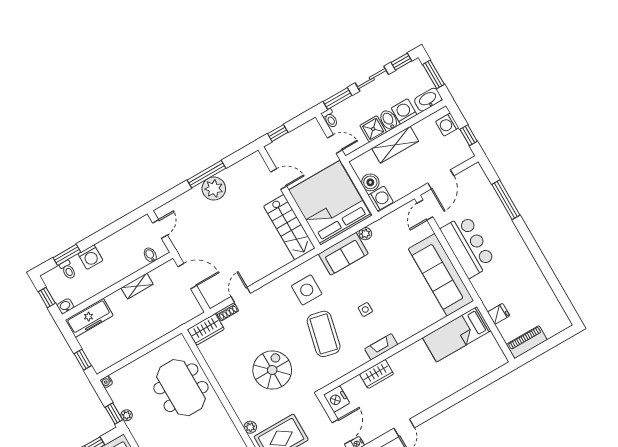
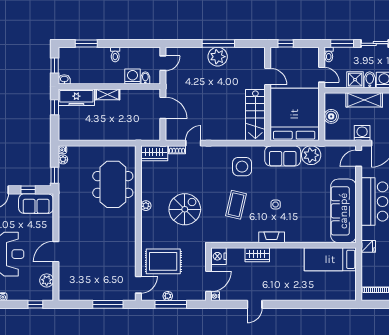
washing machine: (381, 199) -> (362, 133), moved, turned -90
plant: (365, 234) -> (311, 155), width x1.87, depth x1.87
washing machine: (90, 257) -> (133, 76), moved, turned 180
toilet: (68, 270) -> (115, 55), moved
shelving: (137, 286) -> (108, 94), moved
fridge: (499, 314) -> (368, 246), moved
coffee table: (324, 334) -> (236, 205), width x0.73, depth x0.76
window: (83, 360) -> (55, 107), moved
plant: (127, 415) -> (63, 159), moved
plant: (250, 427) -> (146, 206), moved

